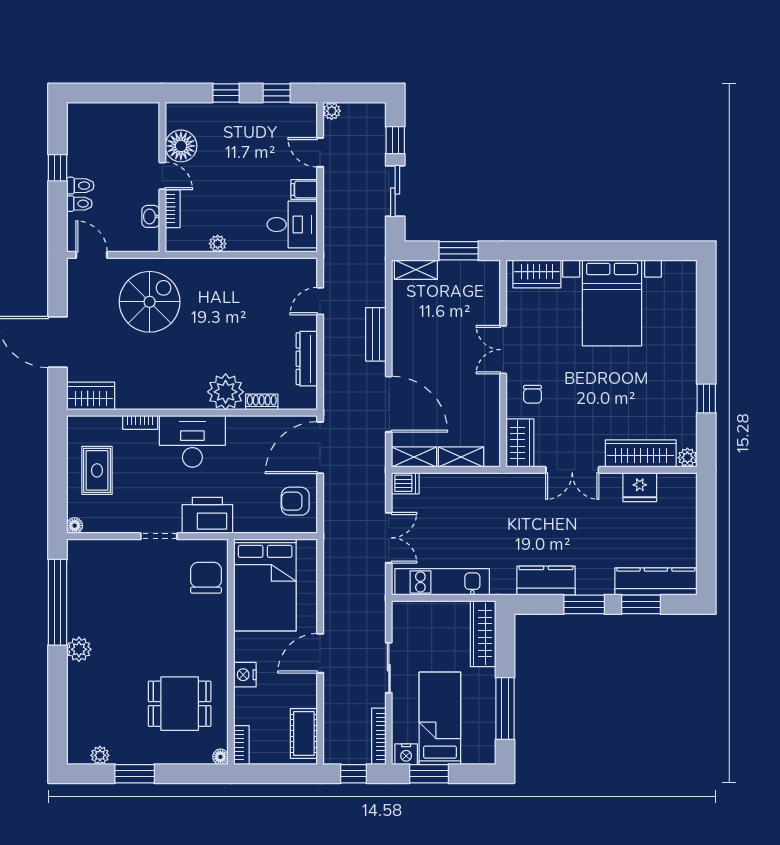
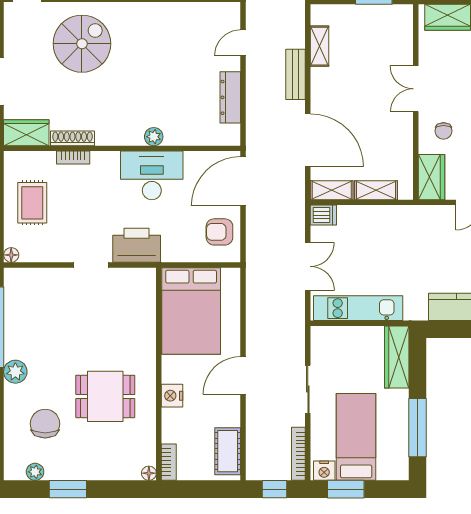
shelving: (416, 270) -> (320, 46), moved, turned 90
plant: (226, 392) -> (154, 137), width x0.53, depth x0.53
shoe rack: (262, 402) -> (73, 138), moved, width x1.43
desk: (192, 441) -> (152, 175), moved
chair: (206, 578) -> (45, 424), moved
dining table: (180, 704) -> (105, 396), moved

